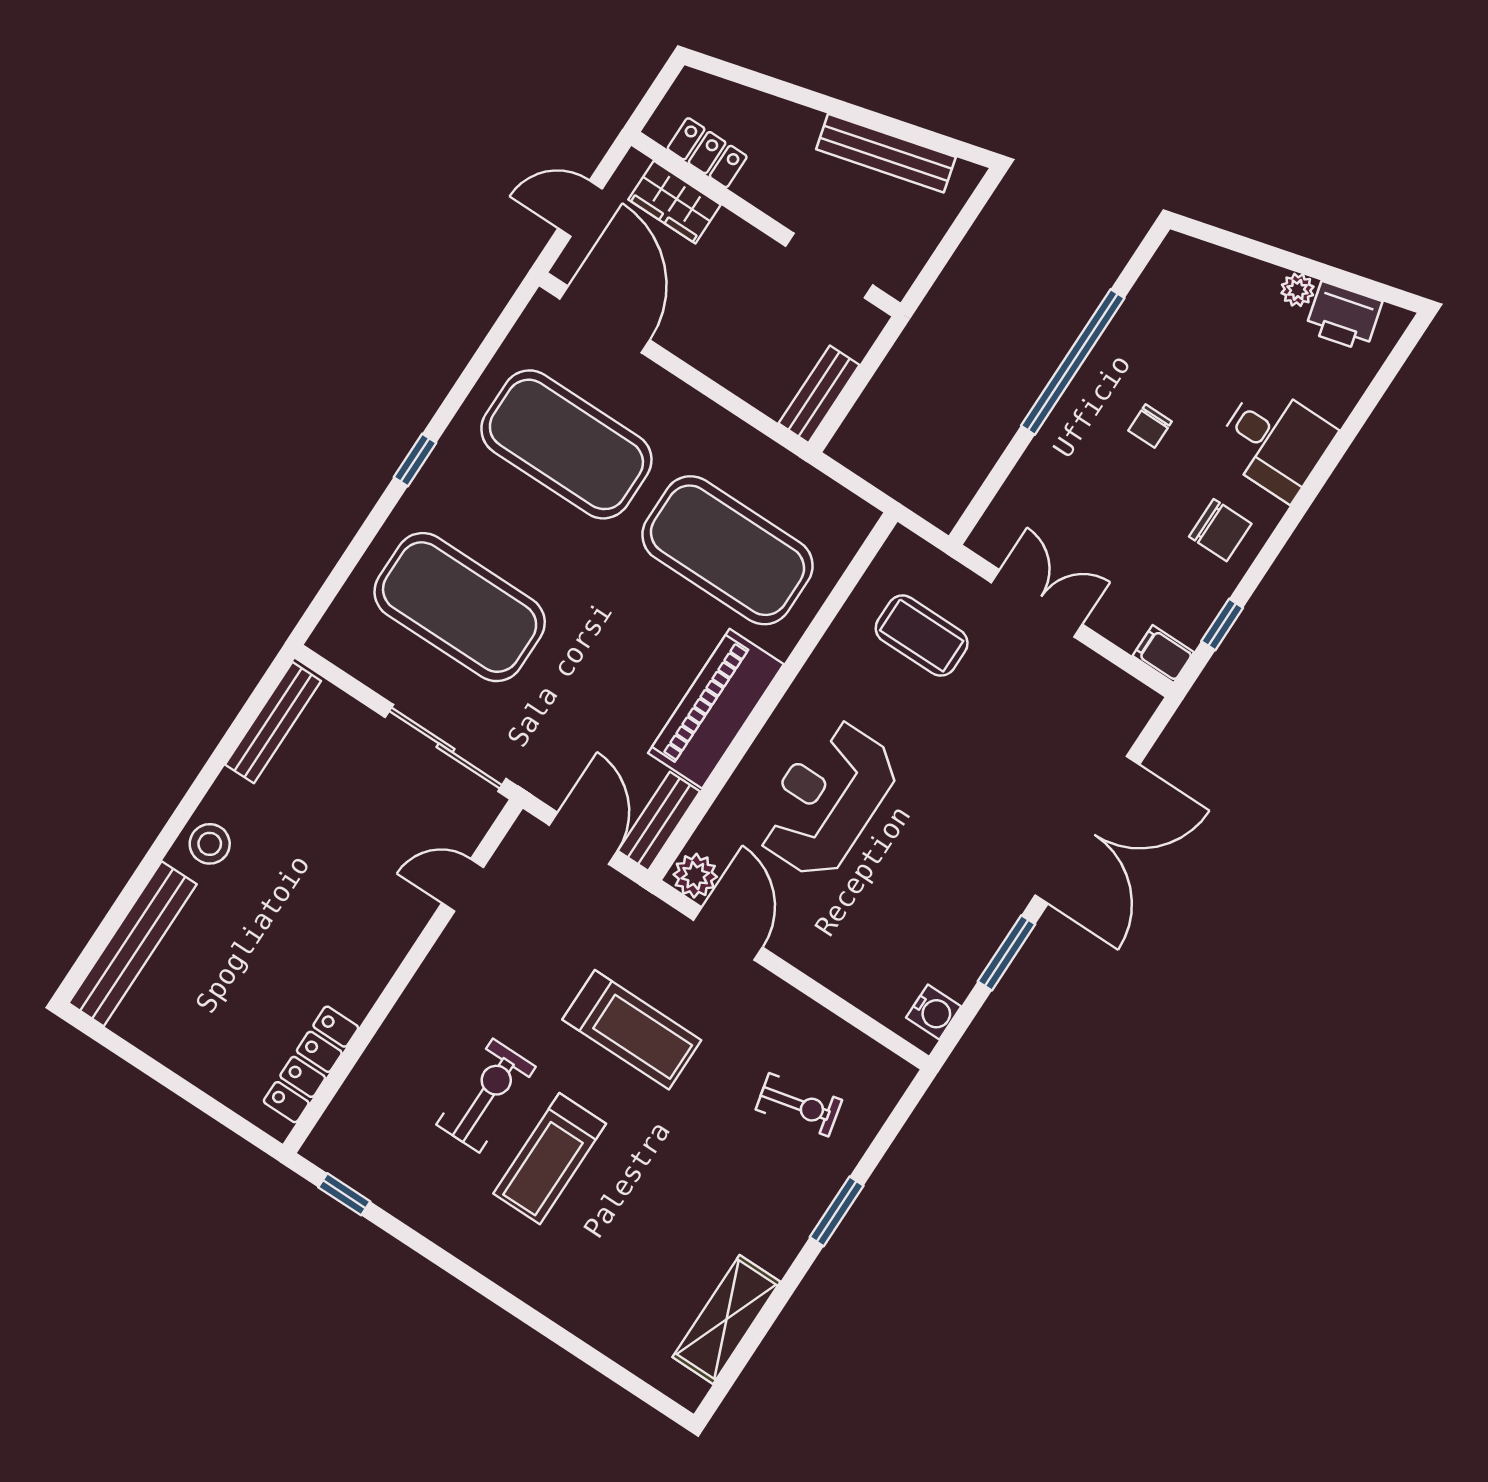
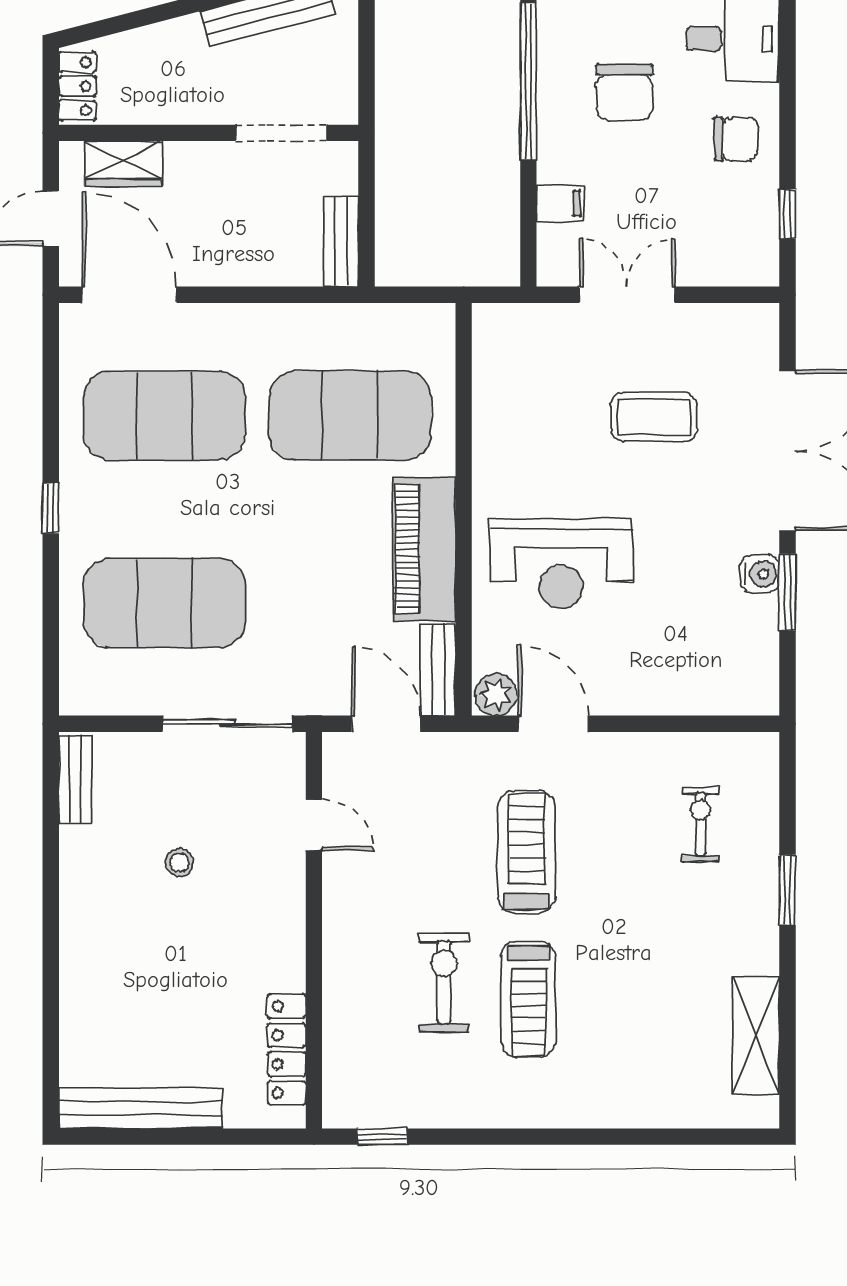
locker: (707, 153) -> (77, 86), moved, turned 90
chair: (1150, 426) -> (624, 92), width x1.87, depth x1.87
coffee table: (922, 636) -> (654, 417), moved
filing cabinet: (1163, 654) -> (560, 203), moved, turned 180
bench: (273, 723) -> (75, 779), width x0.73
reception desk: (827, 799) -> (561, 563), turned -90
stool: (210, 844) -> (179, 862), moved, width x0.73, depth x0.73
door: (463, 885) -> (314, 825), swing flipped
bench: (133, 944) -> (141, 1108), moved, turned 90
water cooler: (934, 1012) -> (760, 574), moved
treadmill: (632, 1030) -> (527, 852), turned -90
exercise bike: (799, 1105) -> (701, 824), turned -77

